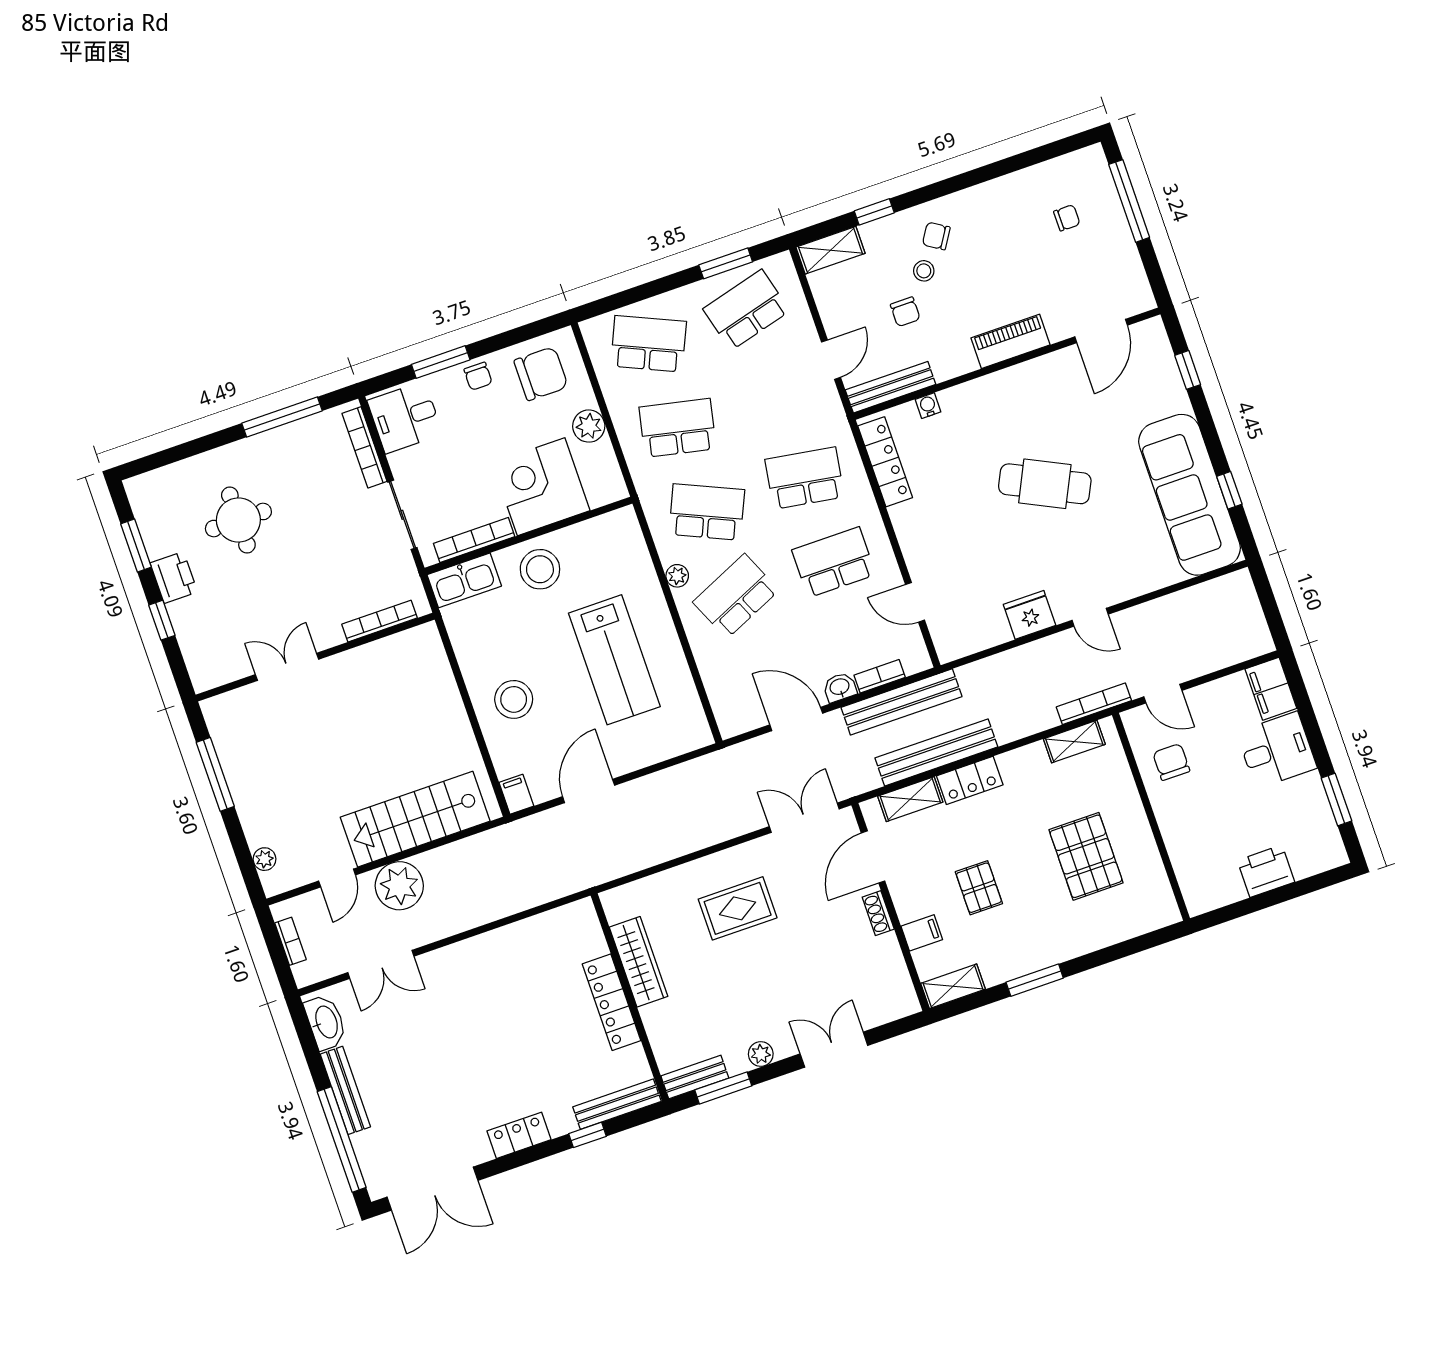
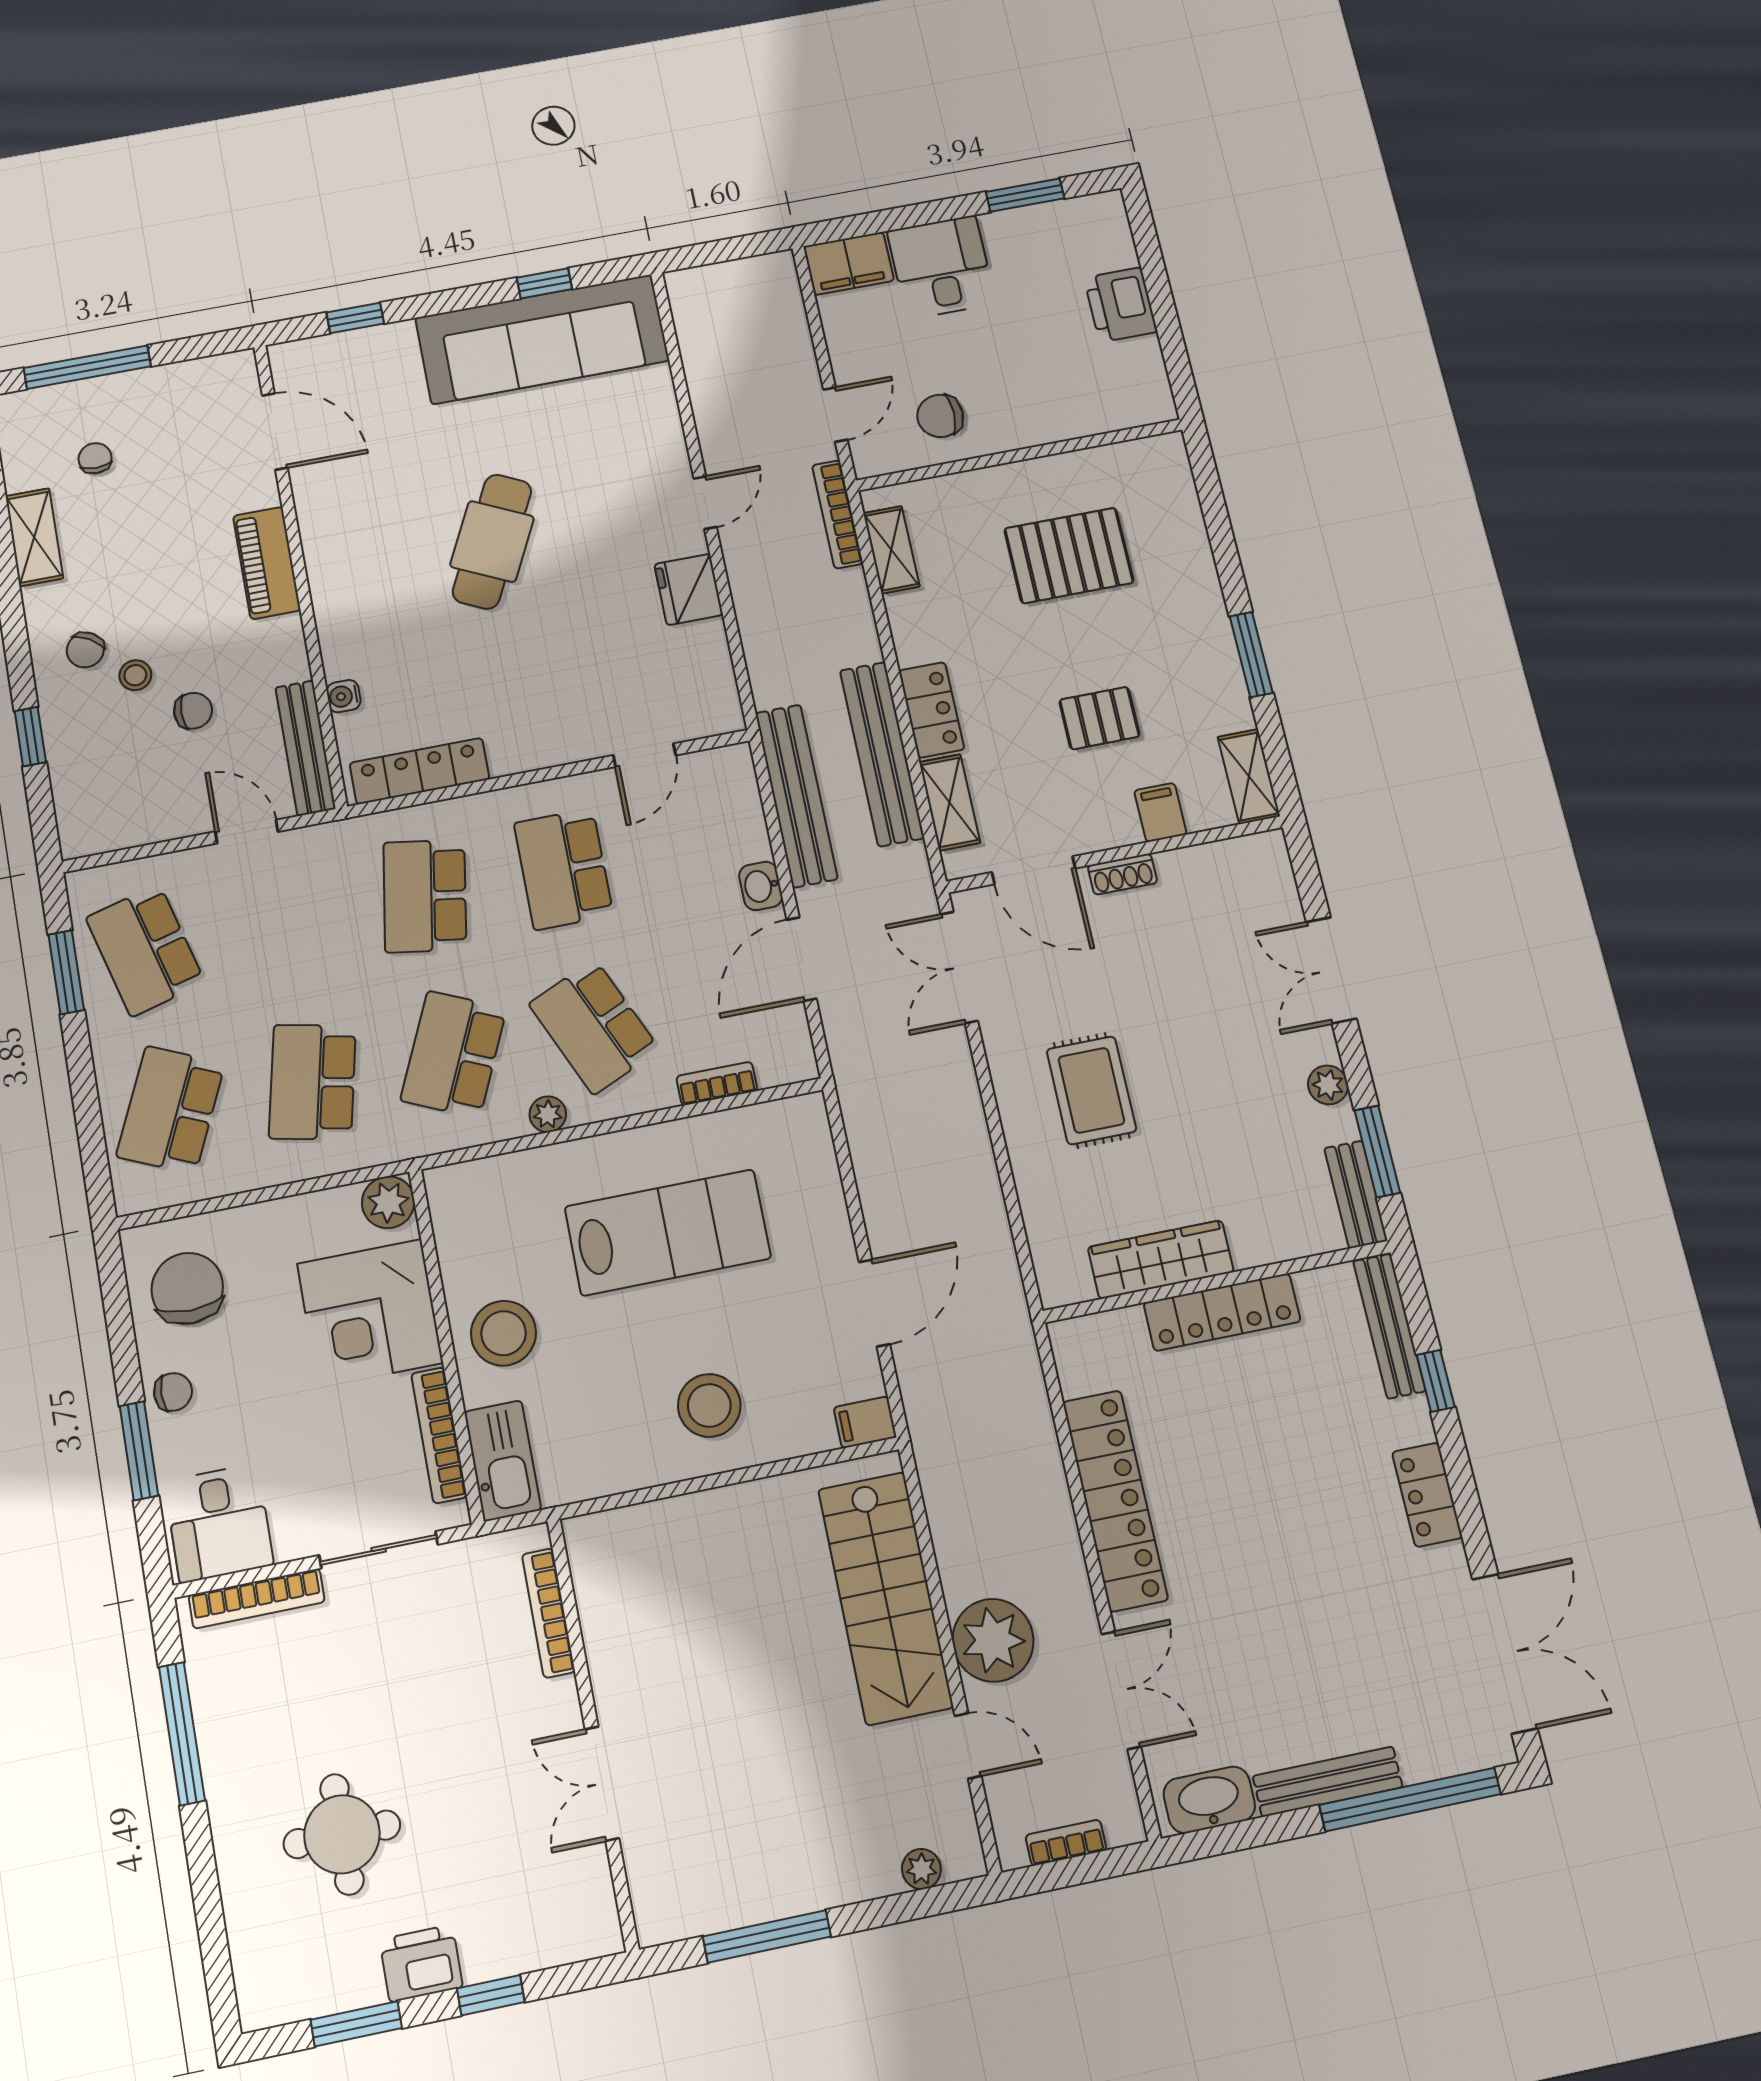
shelving: (830, 250) -> (34, 537), moved
plant: (589, 426) -> (388, 1202), moved
bookcase: (880, 676) -> (717, 1084), moved, turned 90
door: (589, 791) -> (874, 1303), swing flipped
locker: (490, 949) -> (1115, 1500), added

